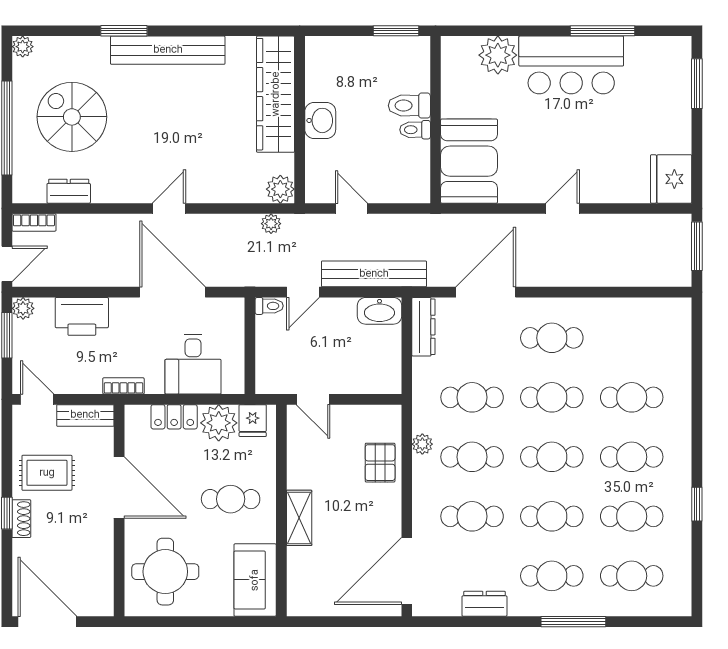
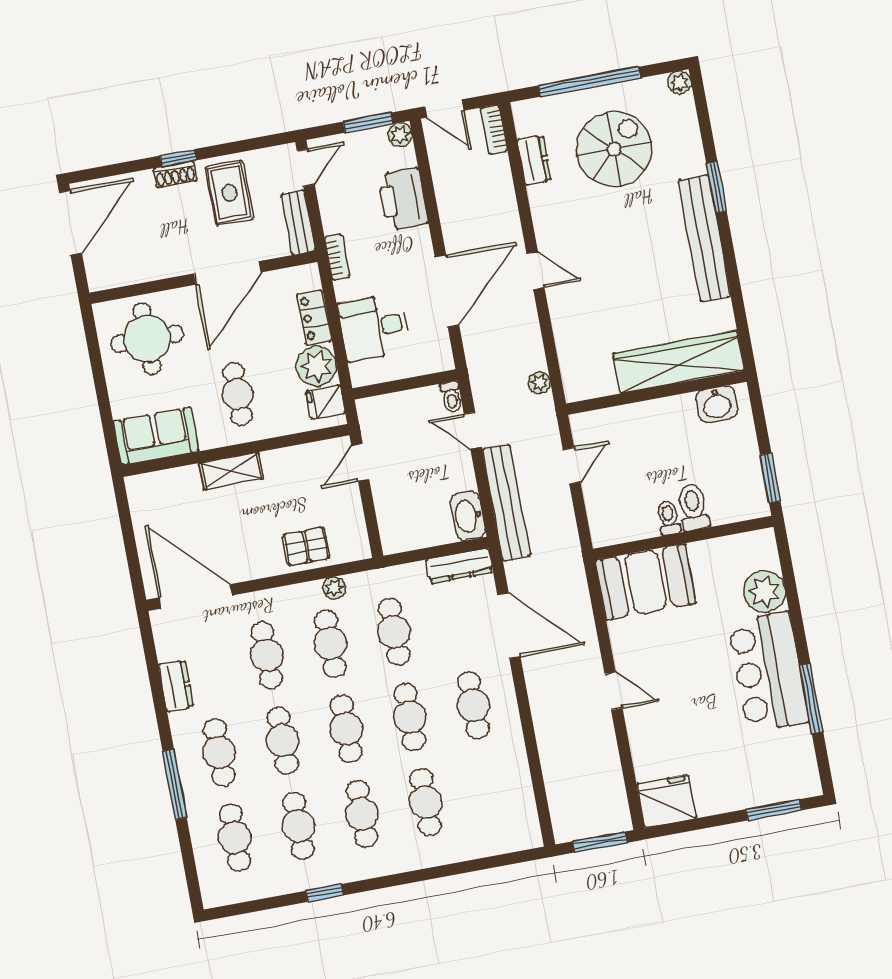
washbasin: (320, 120) -> (717, 404), moved
plant: (280, 189) -> (578, 386), removed

